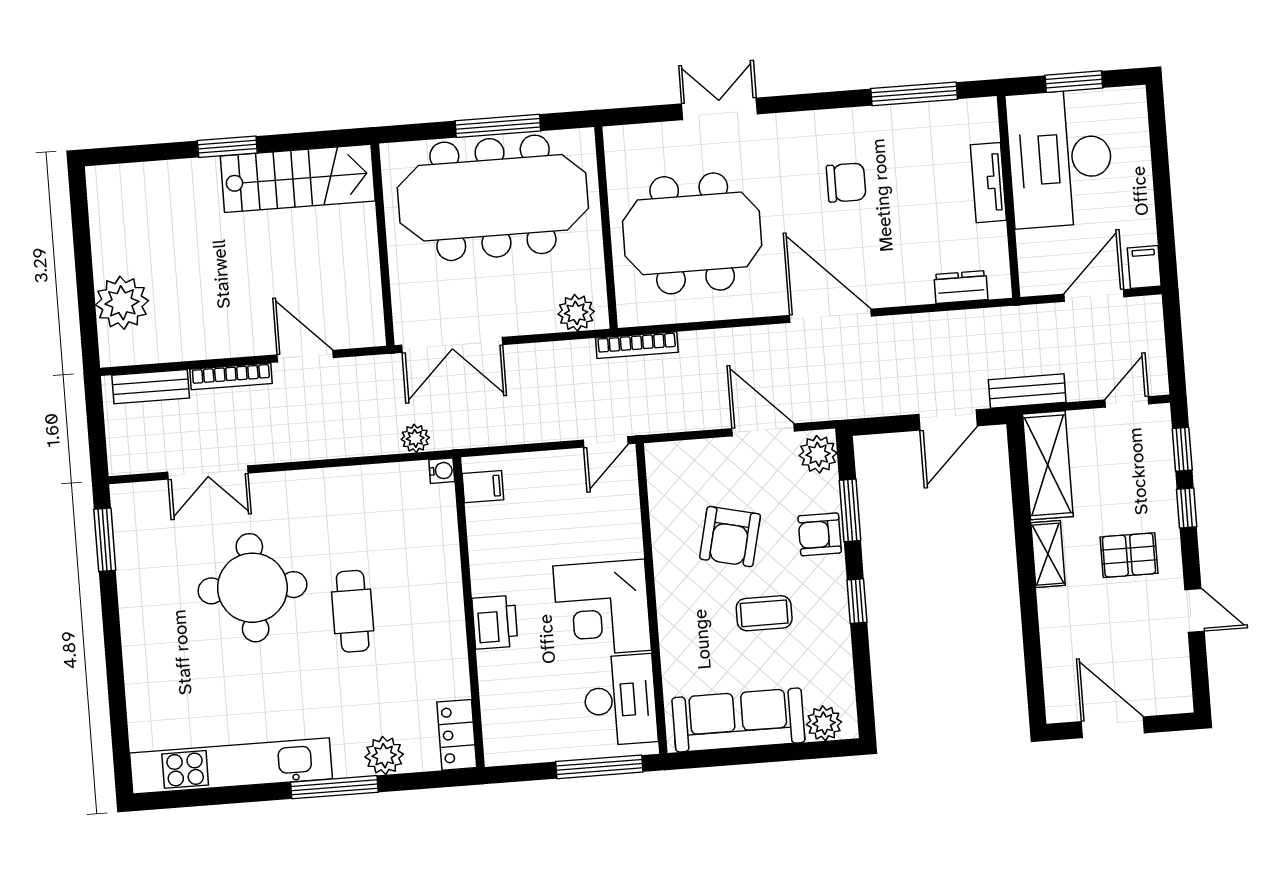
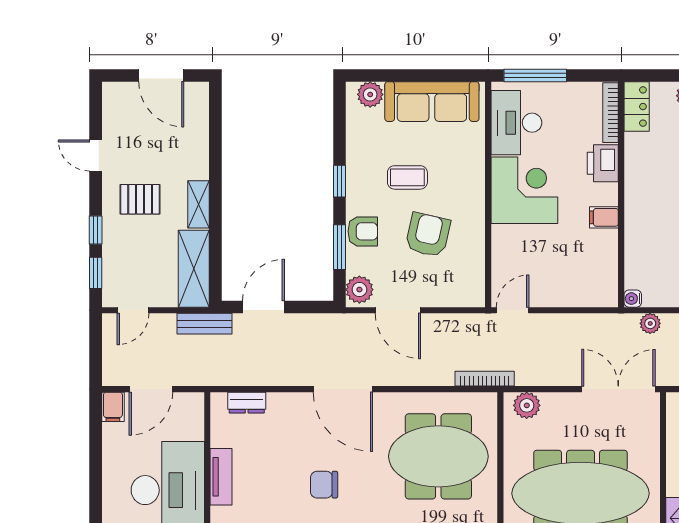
filing cabinet: (483, 487) -> (604, 217), moved
printer: (495, 622) -> (603, 163), moved
bookcase: (492, 724) -> (610, 113), added

